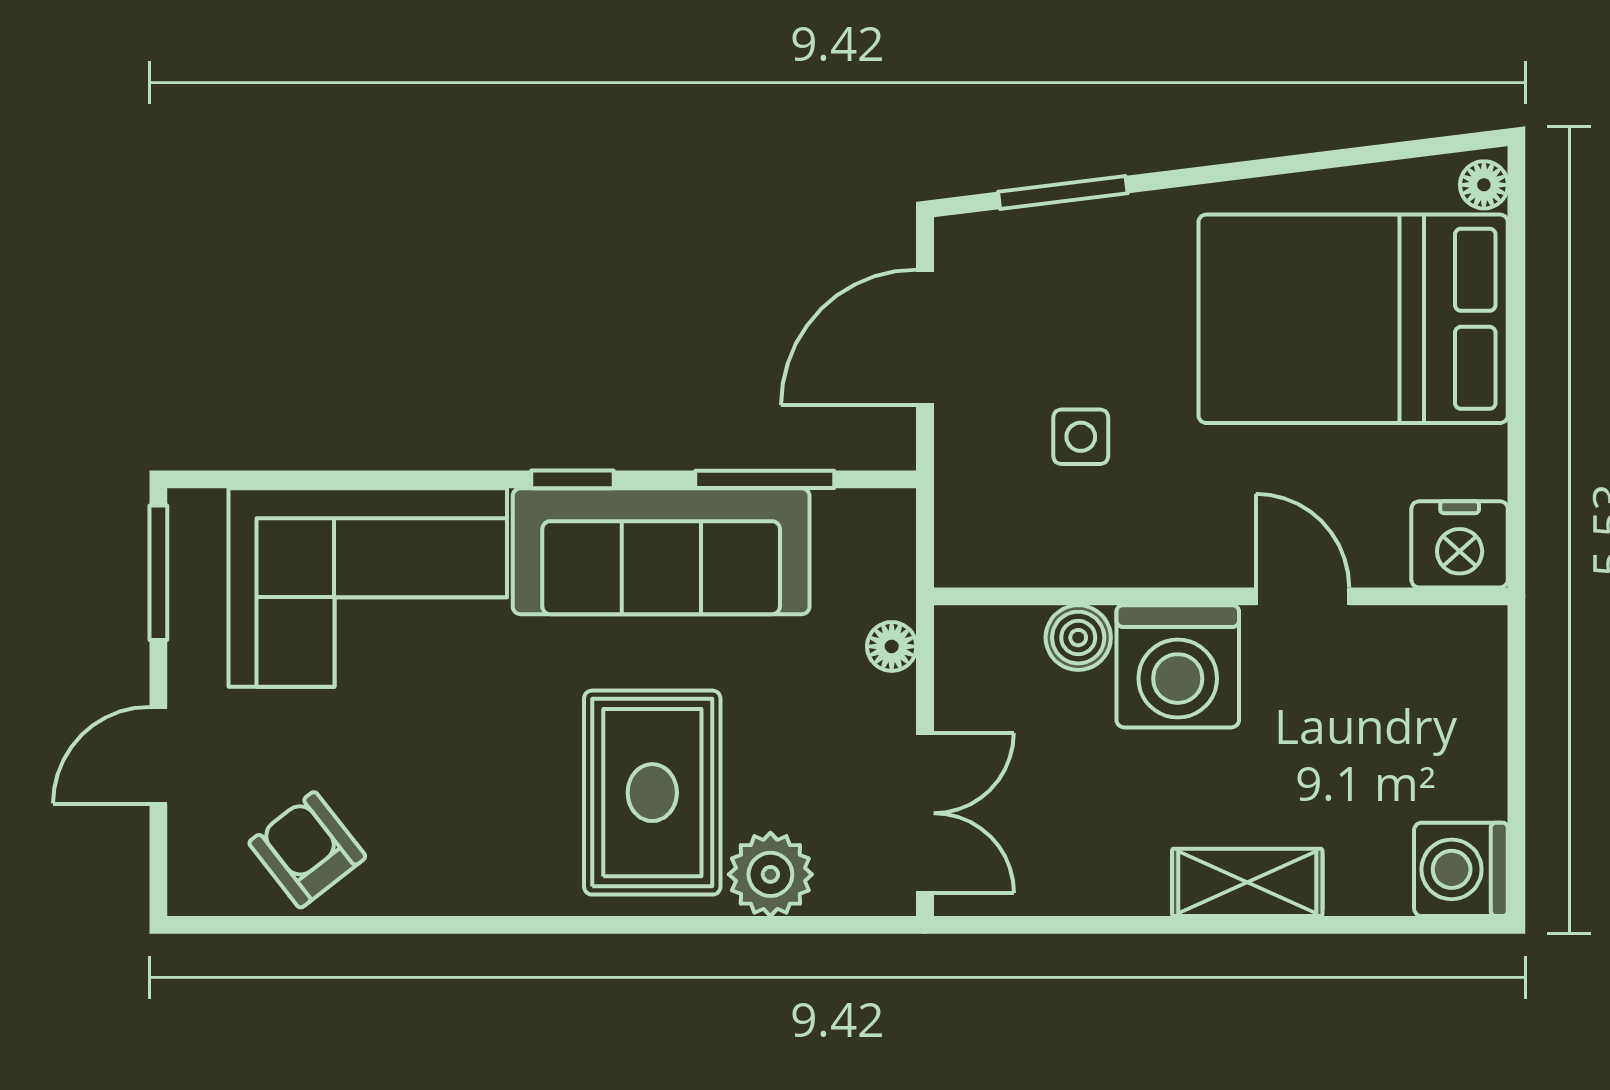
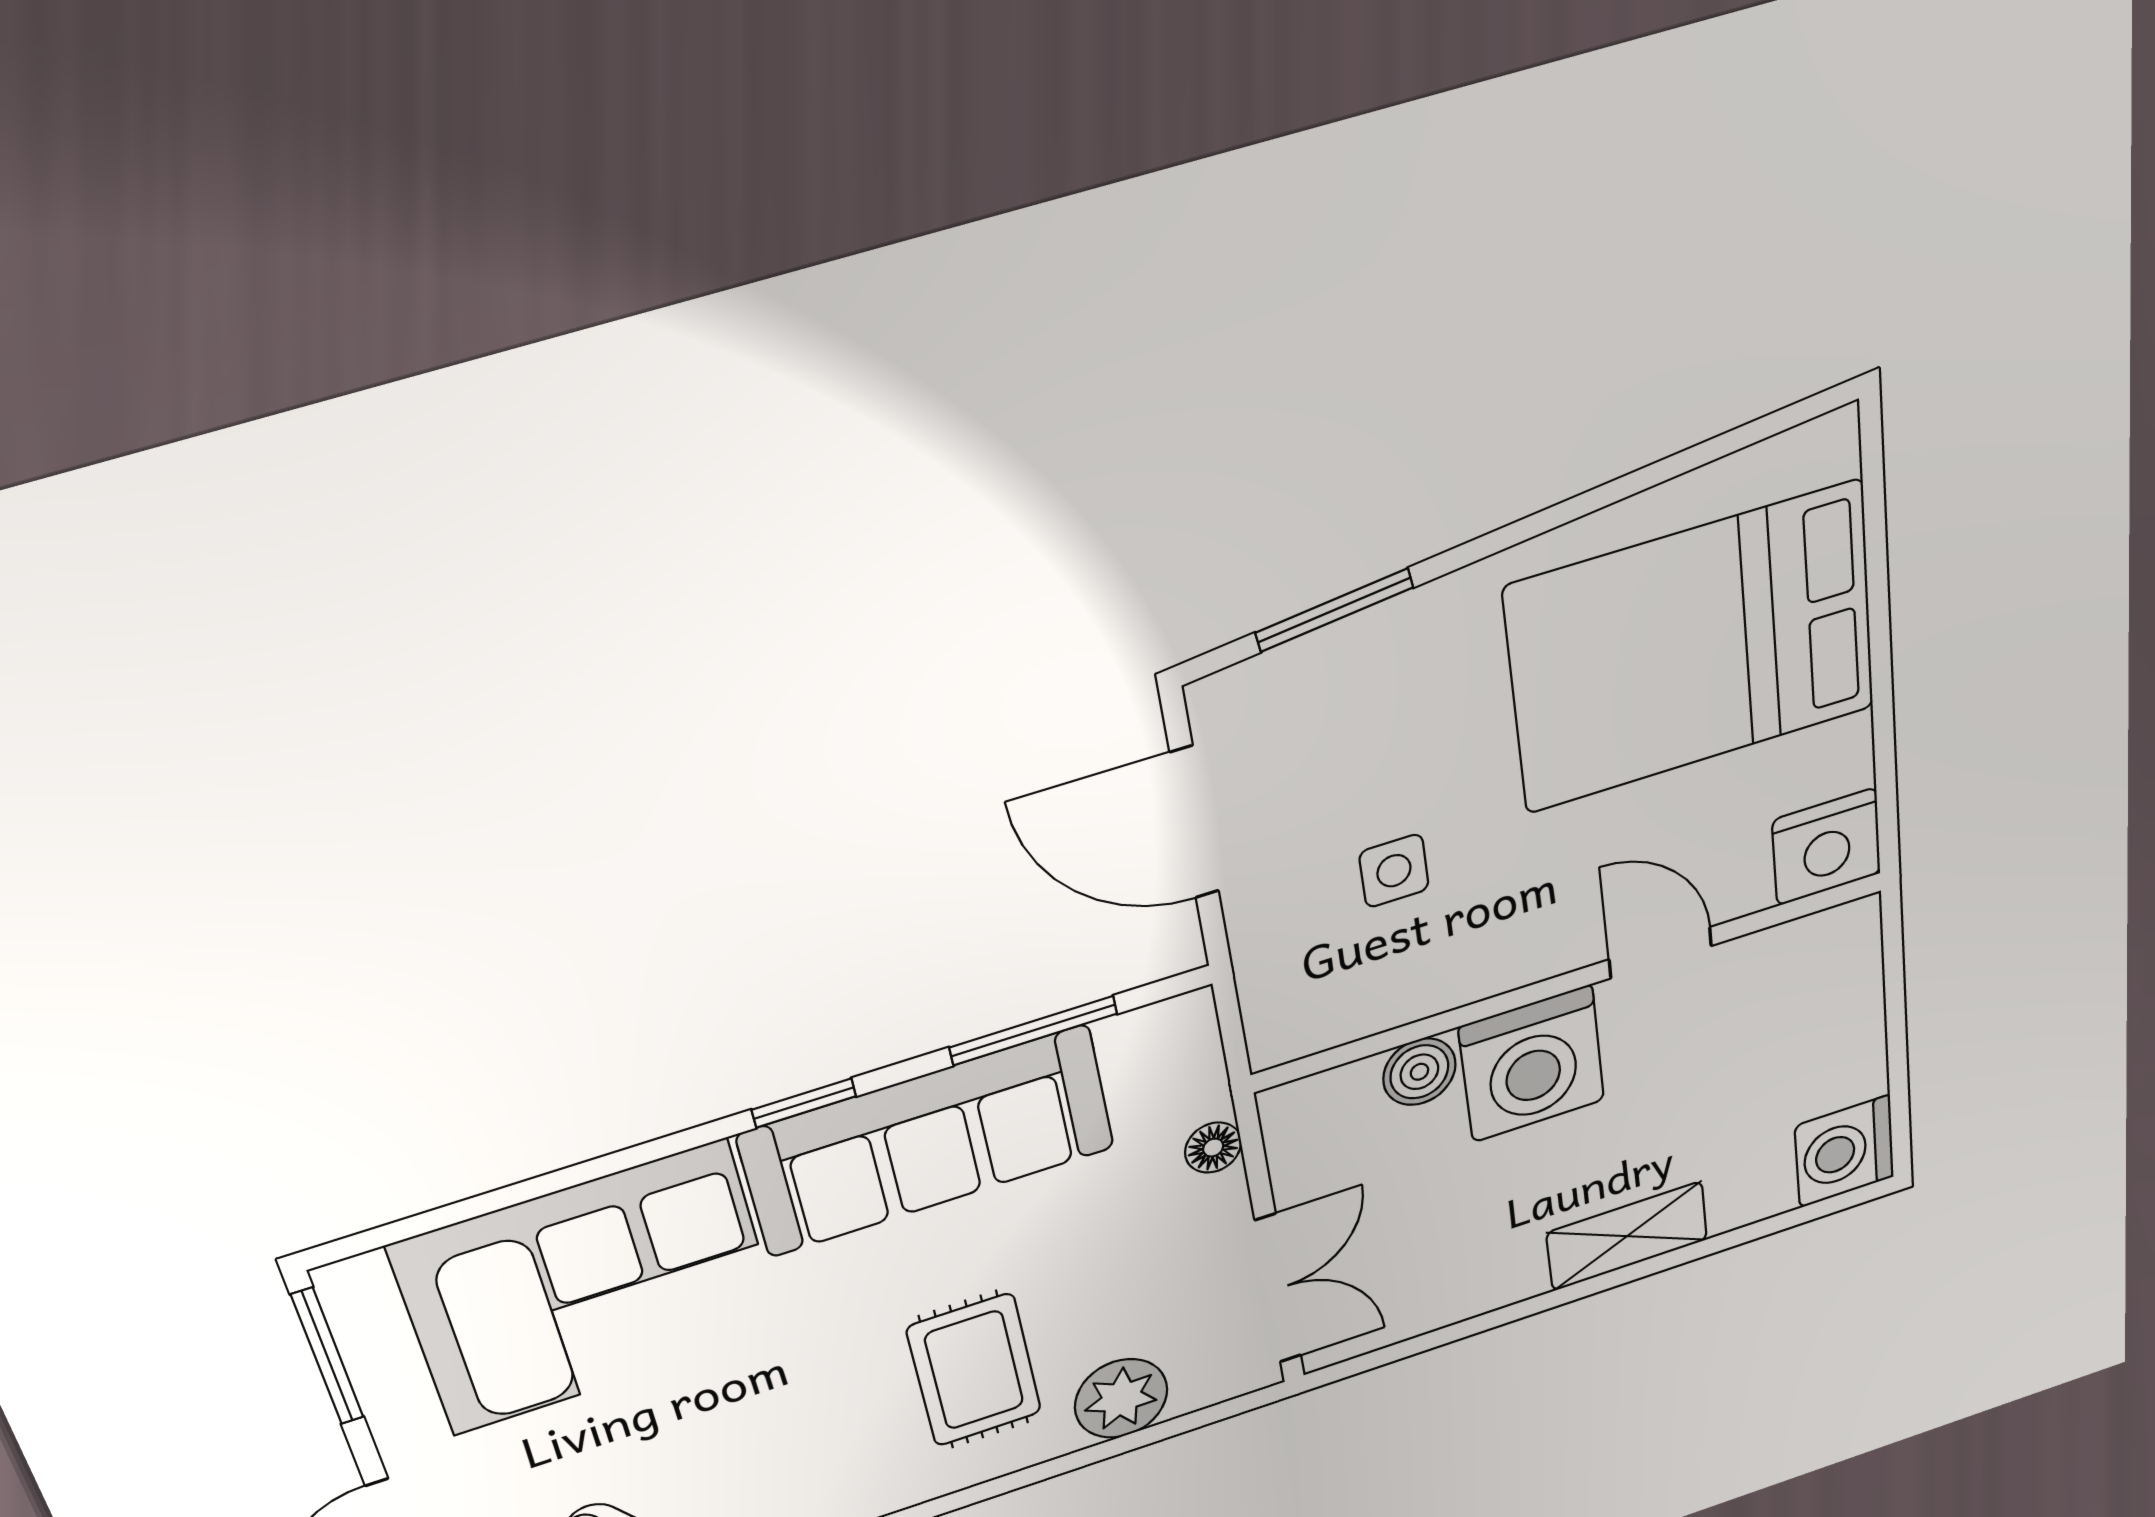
floor lamp: (1484, 185) -> (1834, 451), removed
door: (925, 337) -> (1194, 822), hinge flipped
rug: (652, 793) -> (974, 1370), width x0.73, depth x0.70

